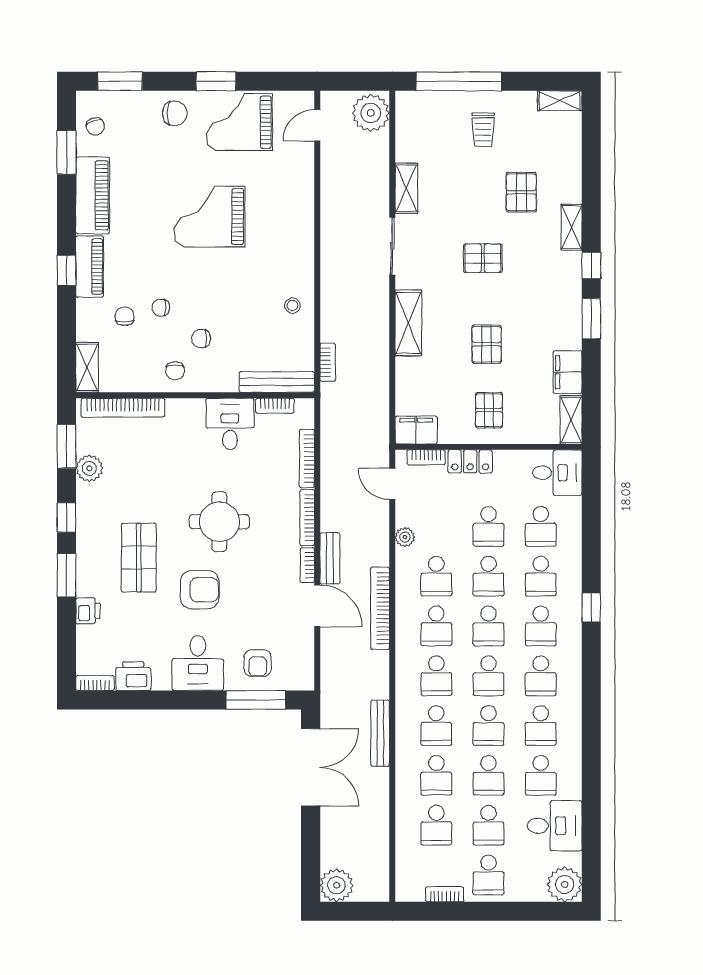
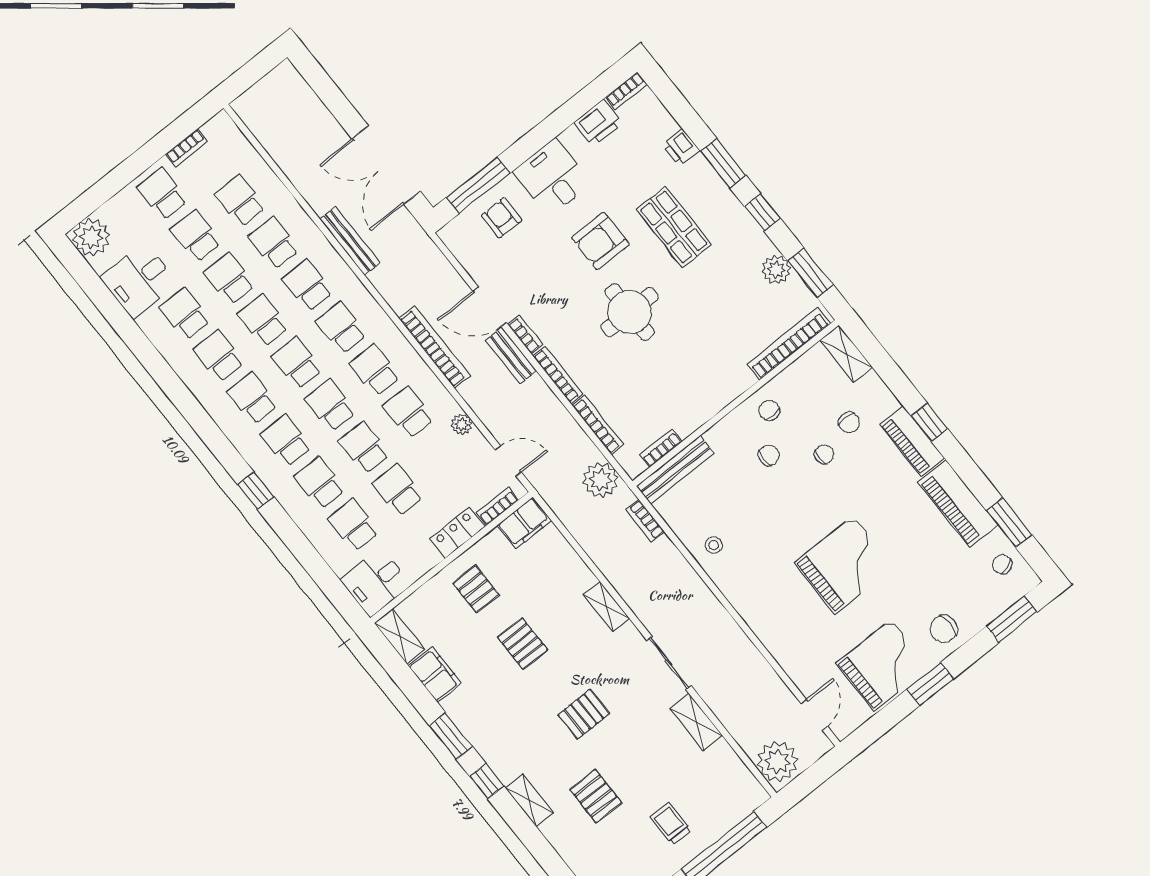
shelving: (408, 323) -> (606, 606), width x0.67, depth x0.75
desk: (230, 424) -> (687, 402), removed
plant: (337, 885) -> (601, 480), moved

